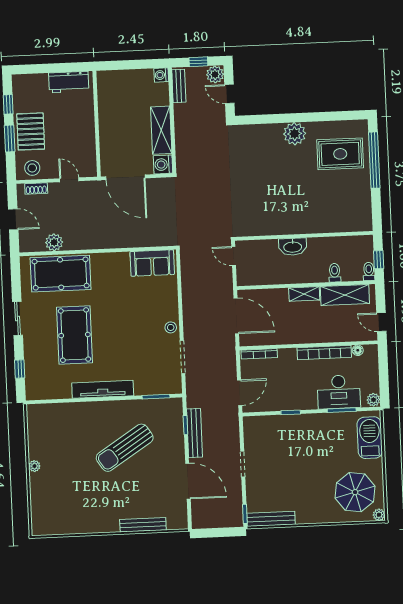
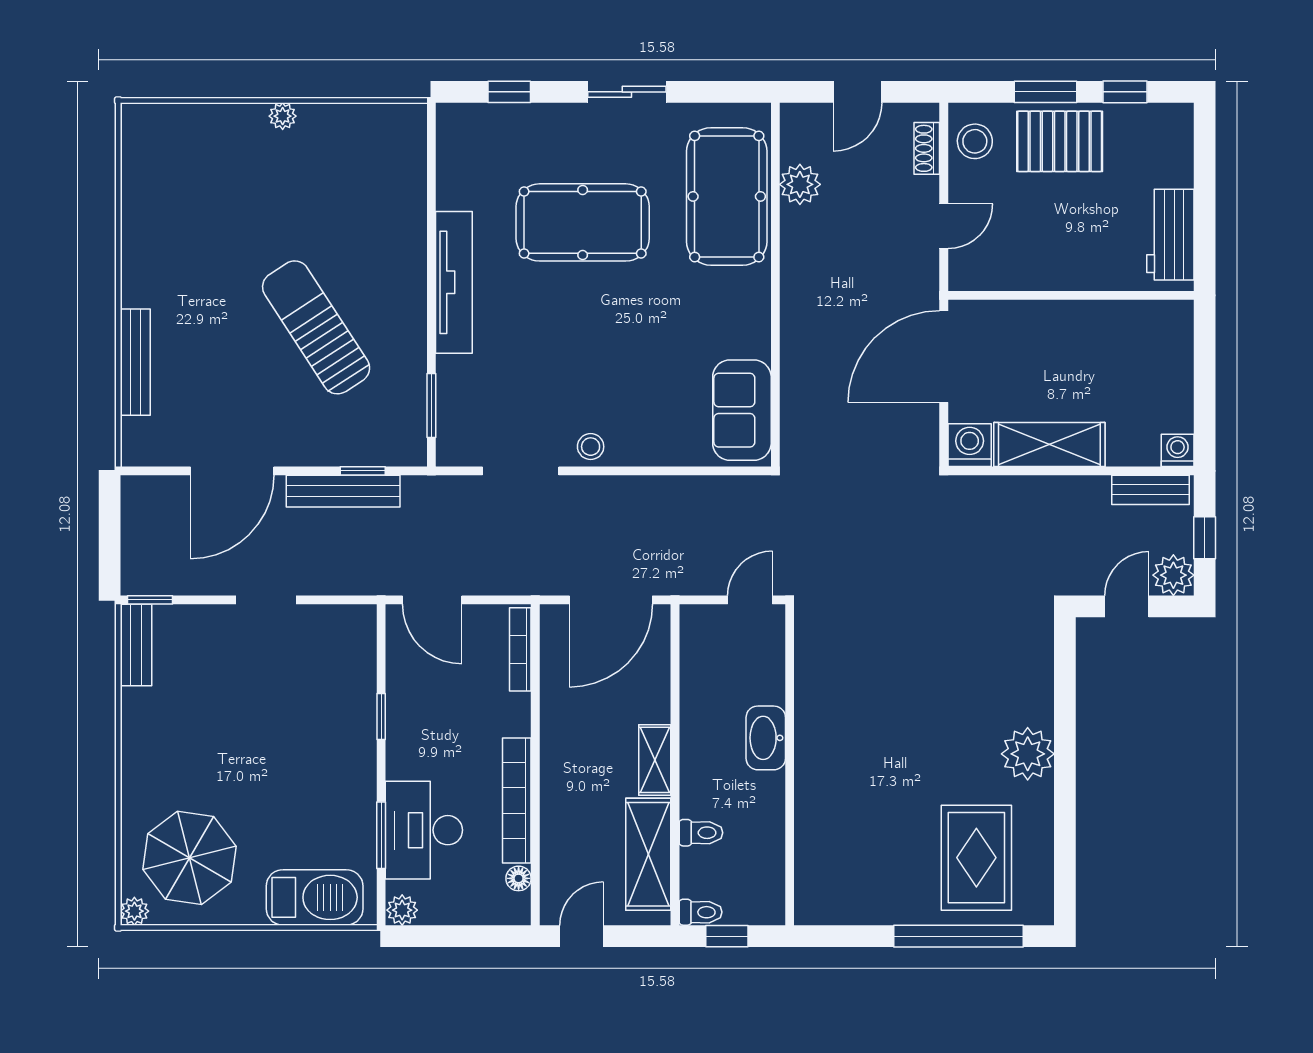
bench: (271, 519) -> (136, 645), width x0.73

